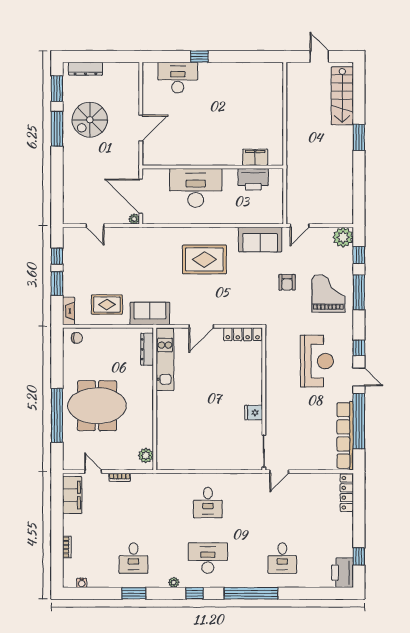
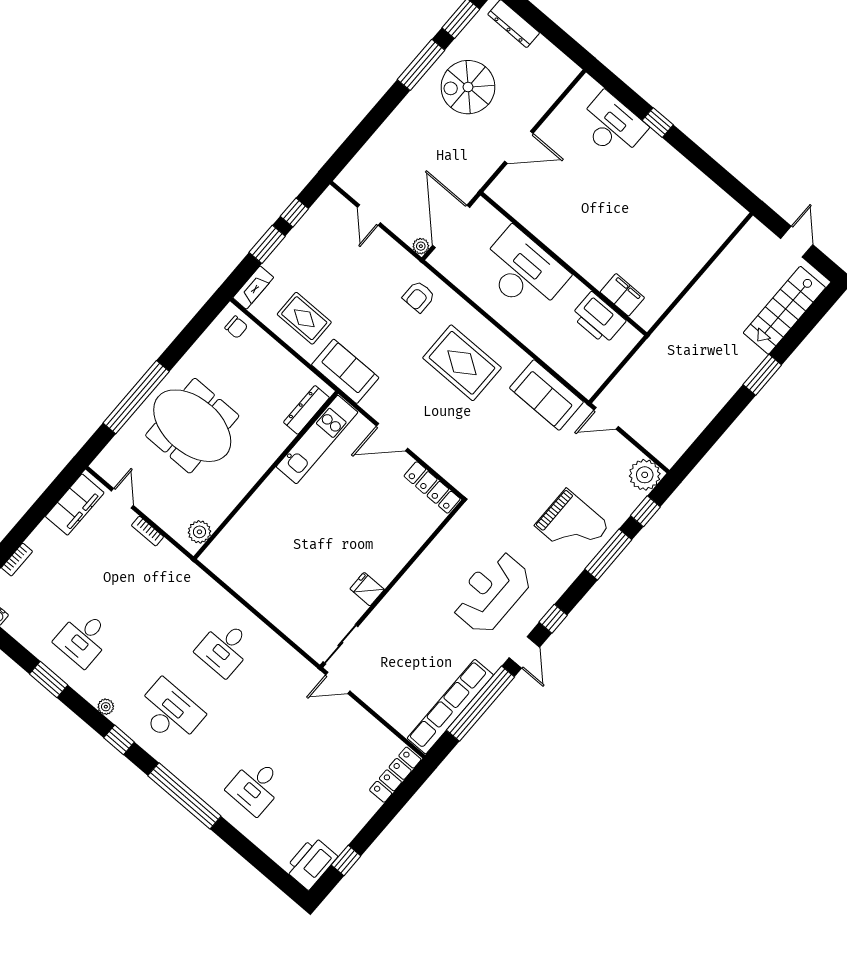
armchair: (287, 282) -> (419, 297), moved
grand piano: (328, 293) -> (572, 525), turned 90
reception desk: (317, 361) -> (491, 592), turned 180

